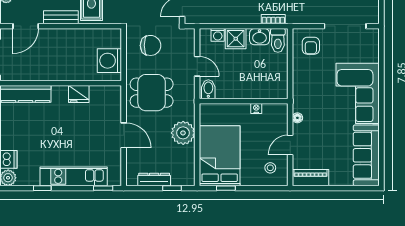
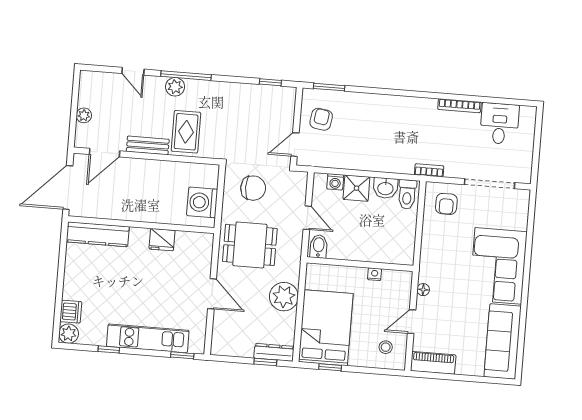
bookcase: (273, 19) -> (429, 170), moved
dresser: (154, 179) -> (274, 352), moved

